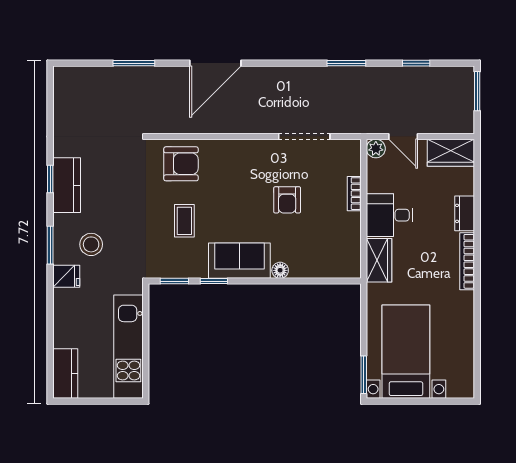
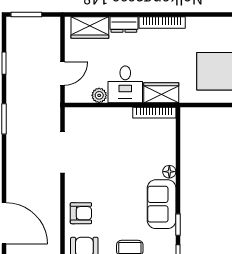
plant: (376, 149) -> (99, 95), moved
wardrobe: (451, 153) -> (90, 28), moved, turned 90
bookcase: (354, 194) -> (154, 113), moved, width x1.56
armchair: (287, 200) -> (81, 213), moved

